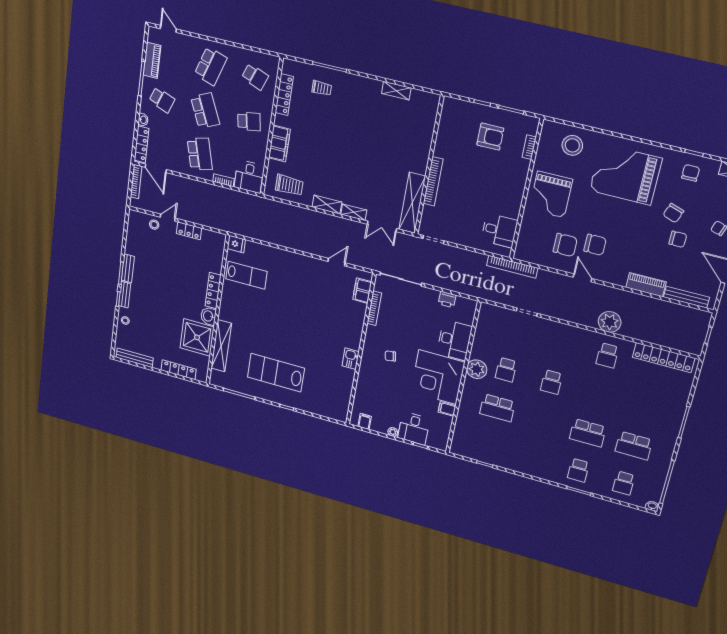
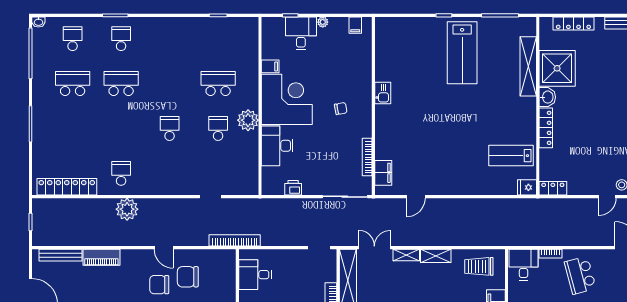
locker: (189, 231) -> (553, 188), moved
lab bench: (276, 373) -> (462, 53), turned 90

